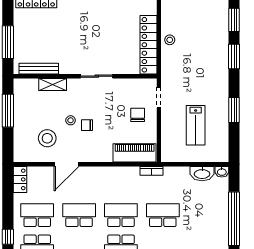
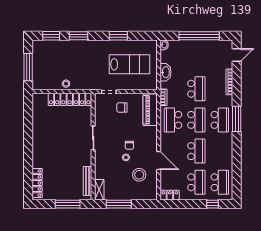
shelving: (53, 84) -> (99, 190), moved
lab bench: (196, 125) -> (129, 64), width x1.36, depth x1.39
washbasin: (202, 174) -> (166, 72), moved
school desk: (121, 184) -> (173, 120), added
school desk: (37, 215) -> (196, 182), turned 180
school desk: (79, 215) -> (196, 151), turned 180
school desk: (121, 215) -> (196, 120), turned 180
school desk: (163, 215) -> (196, 89), turned 180

